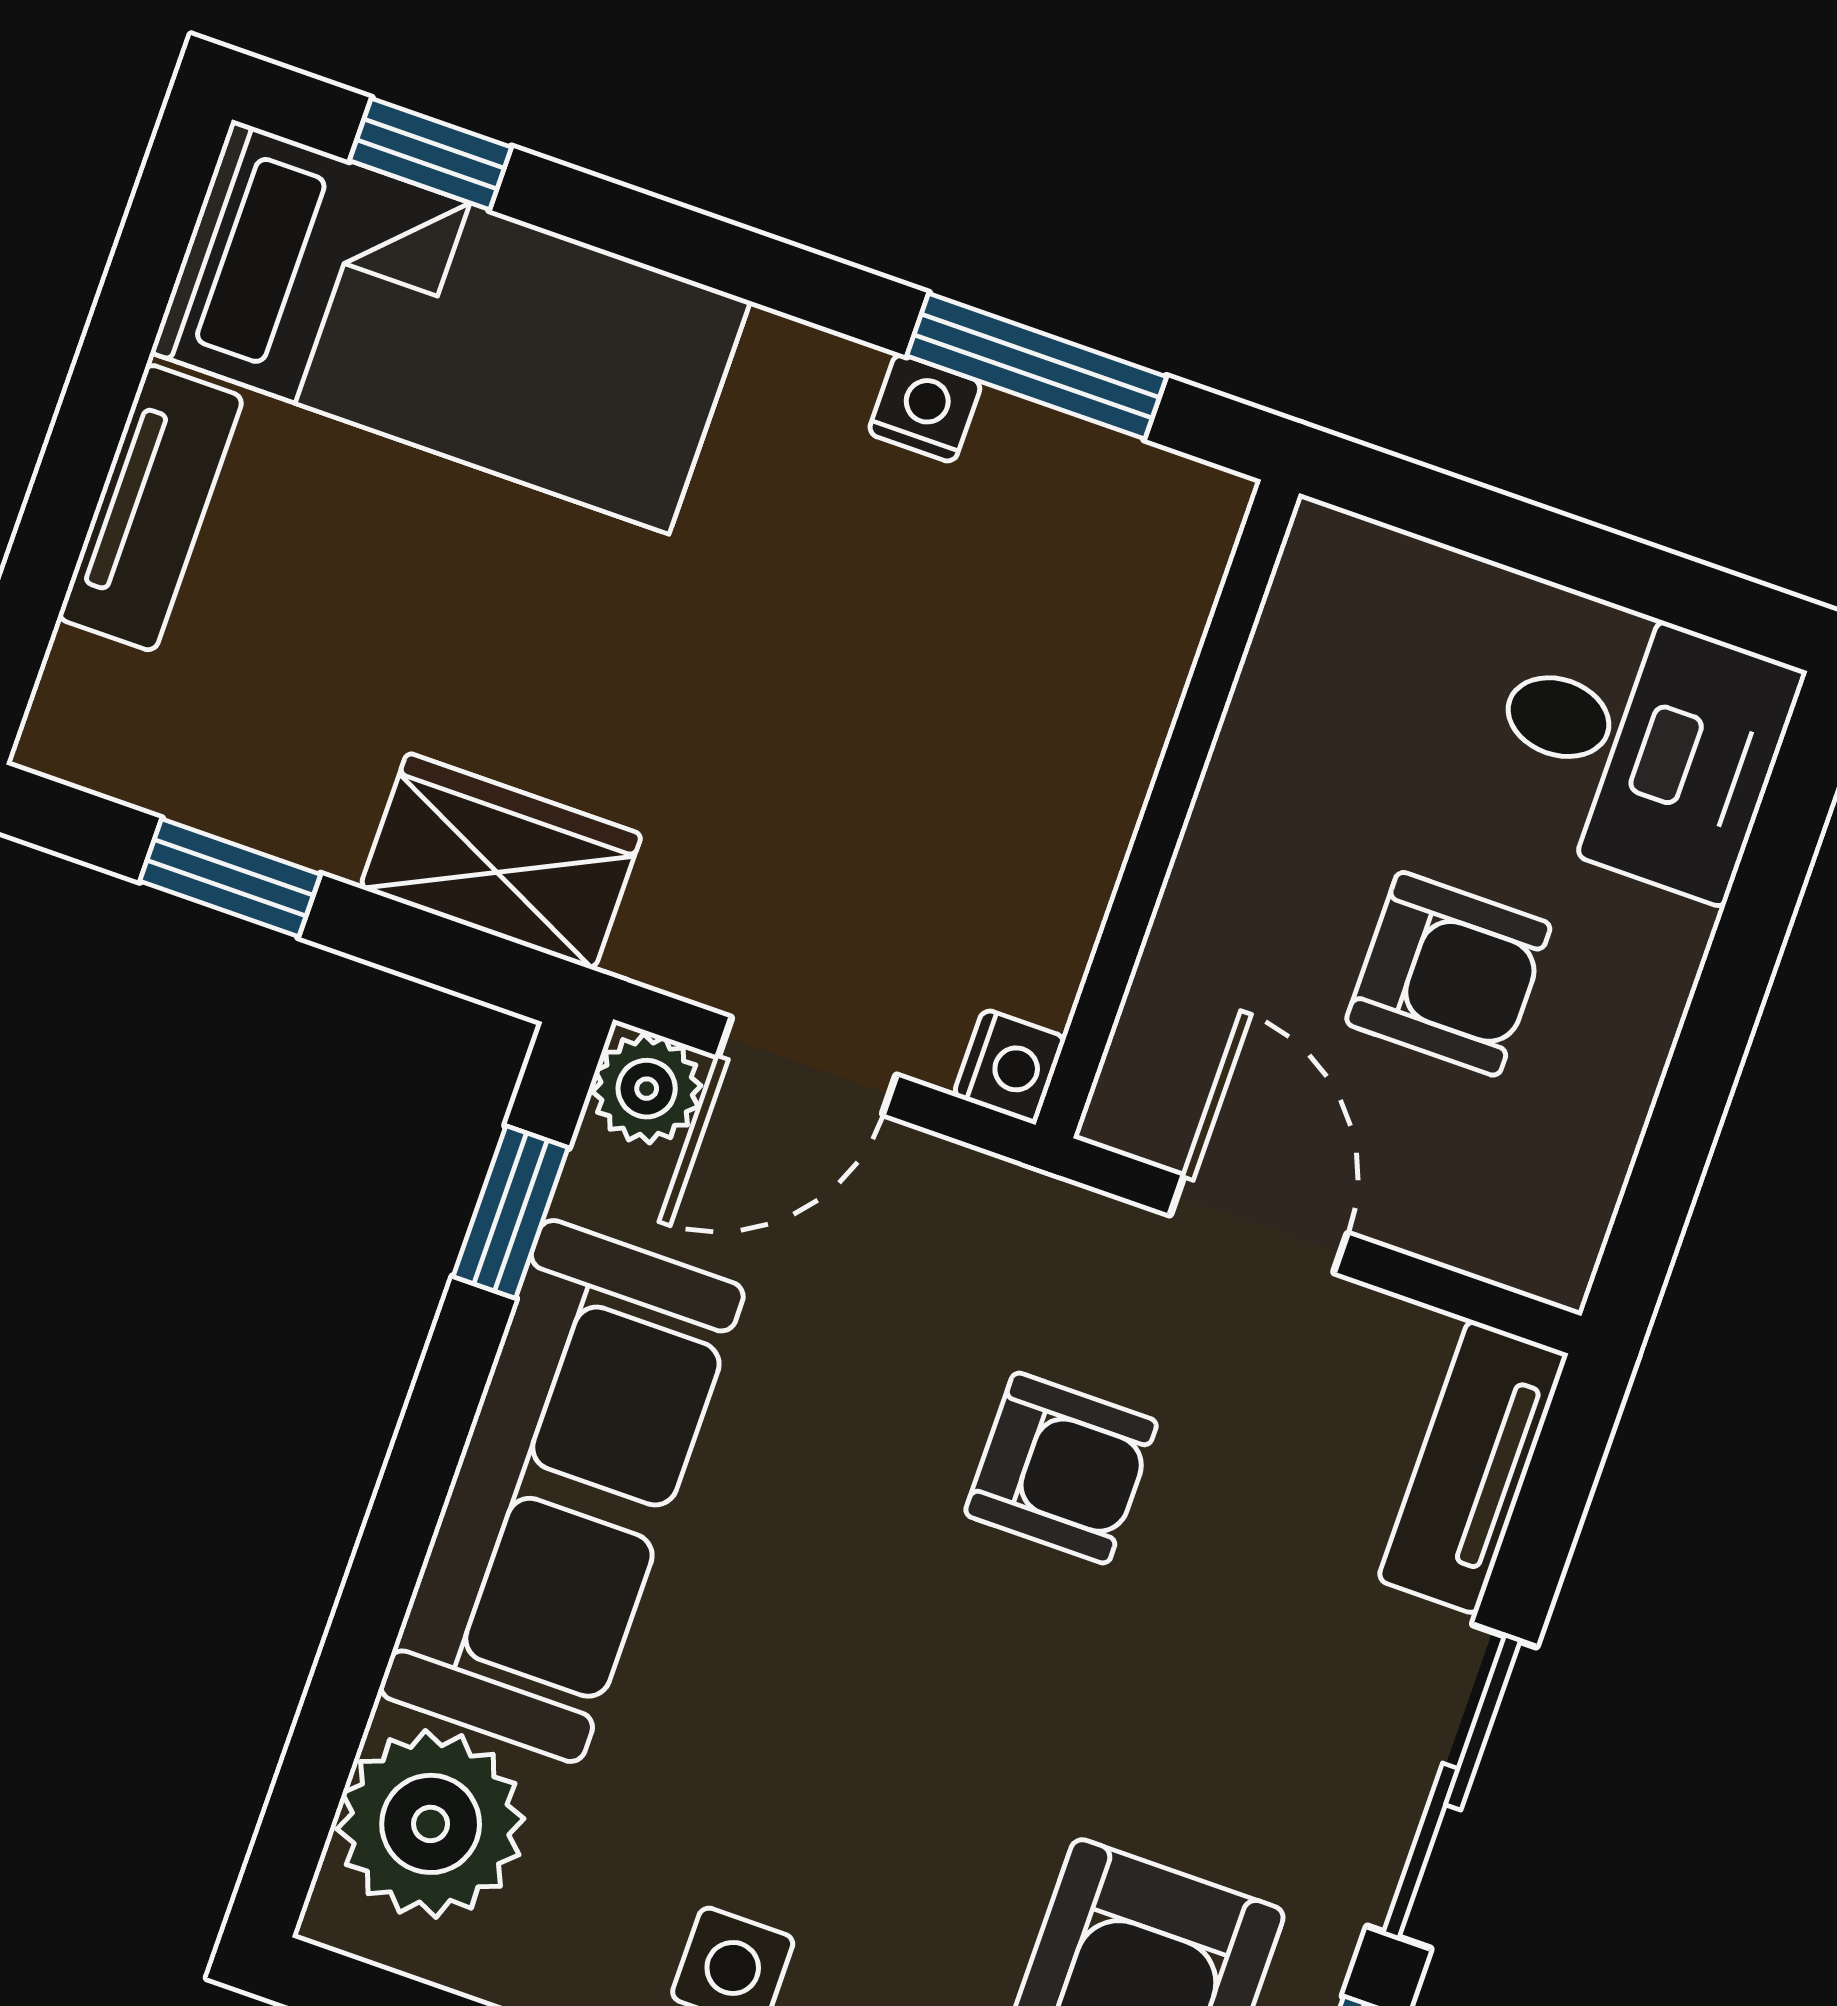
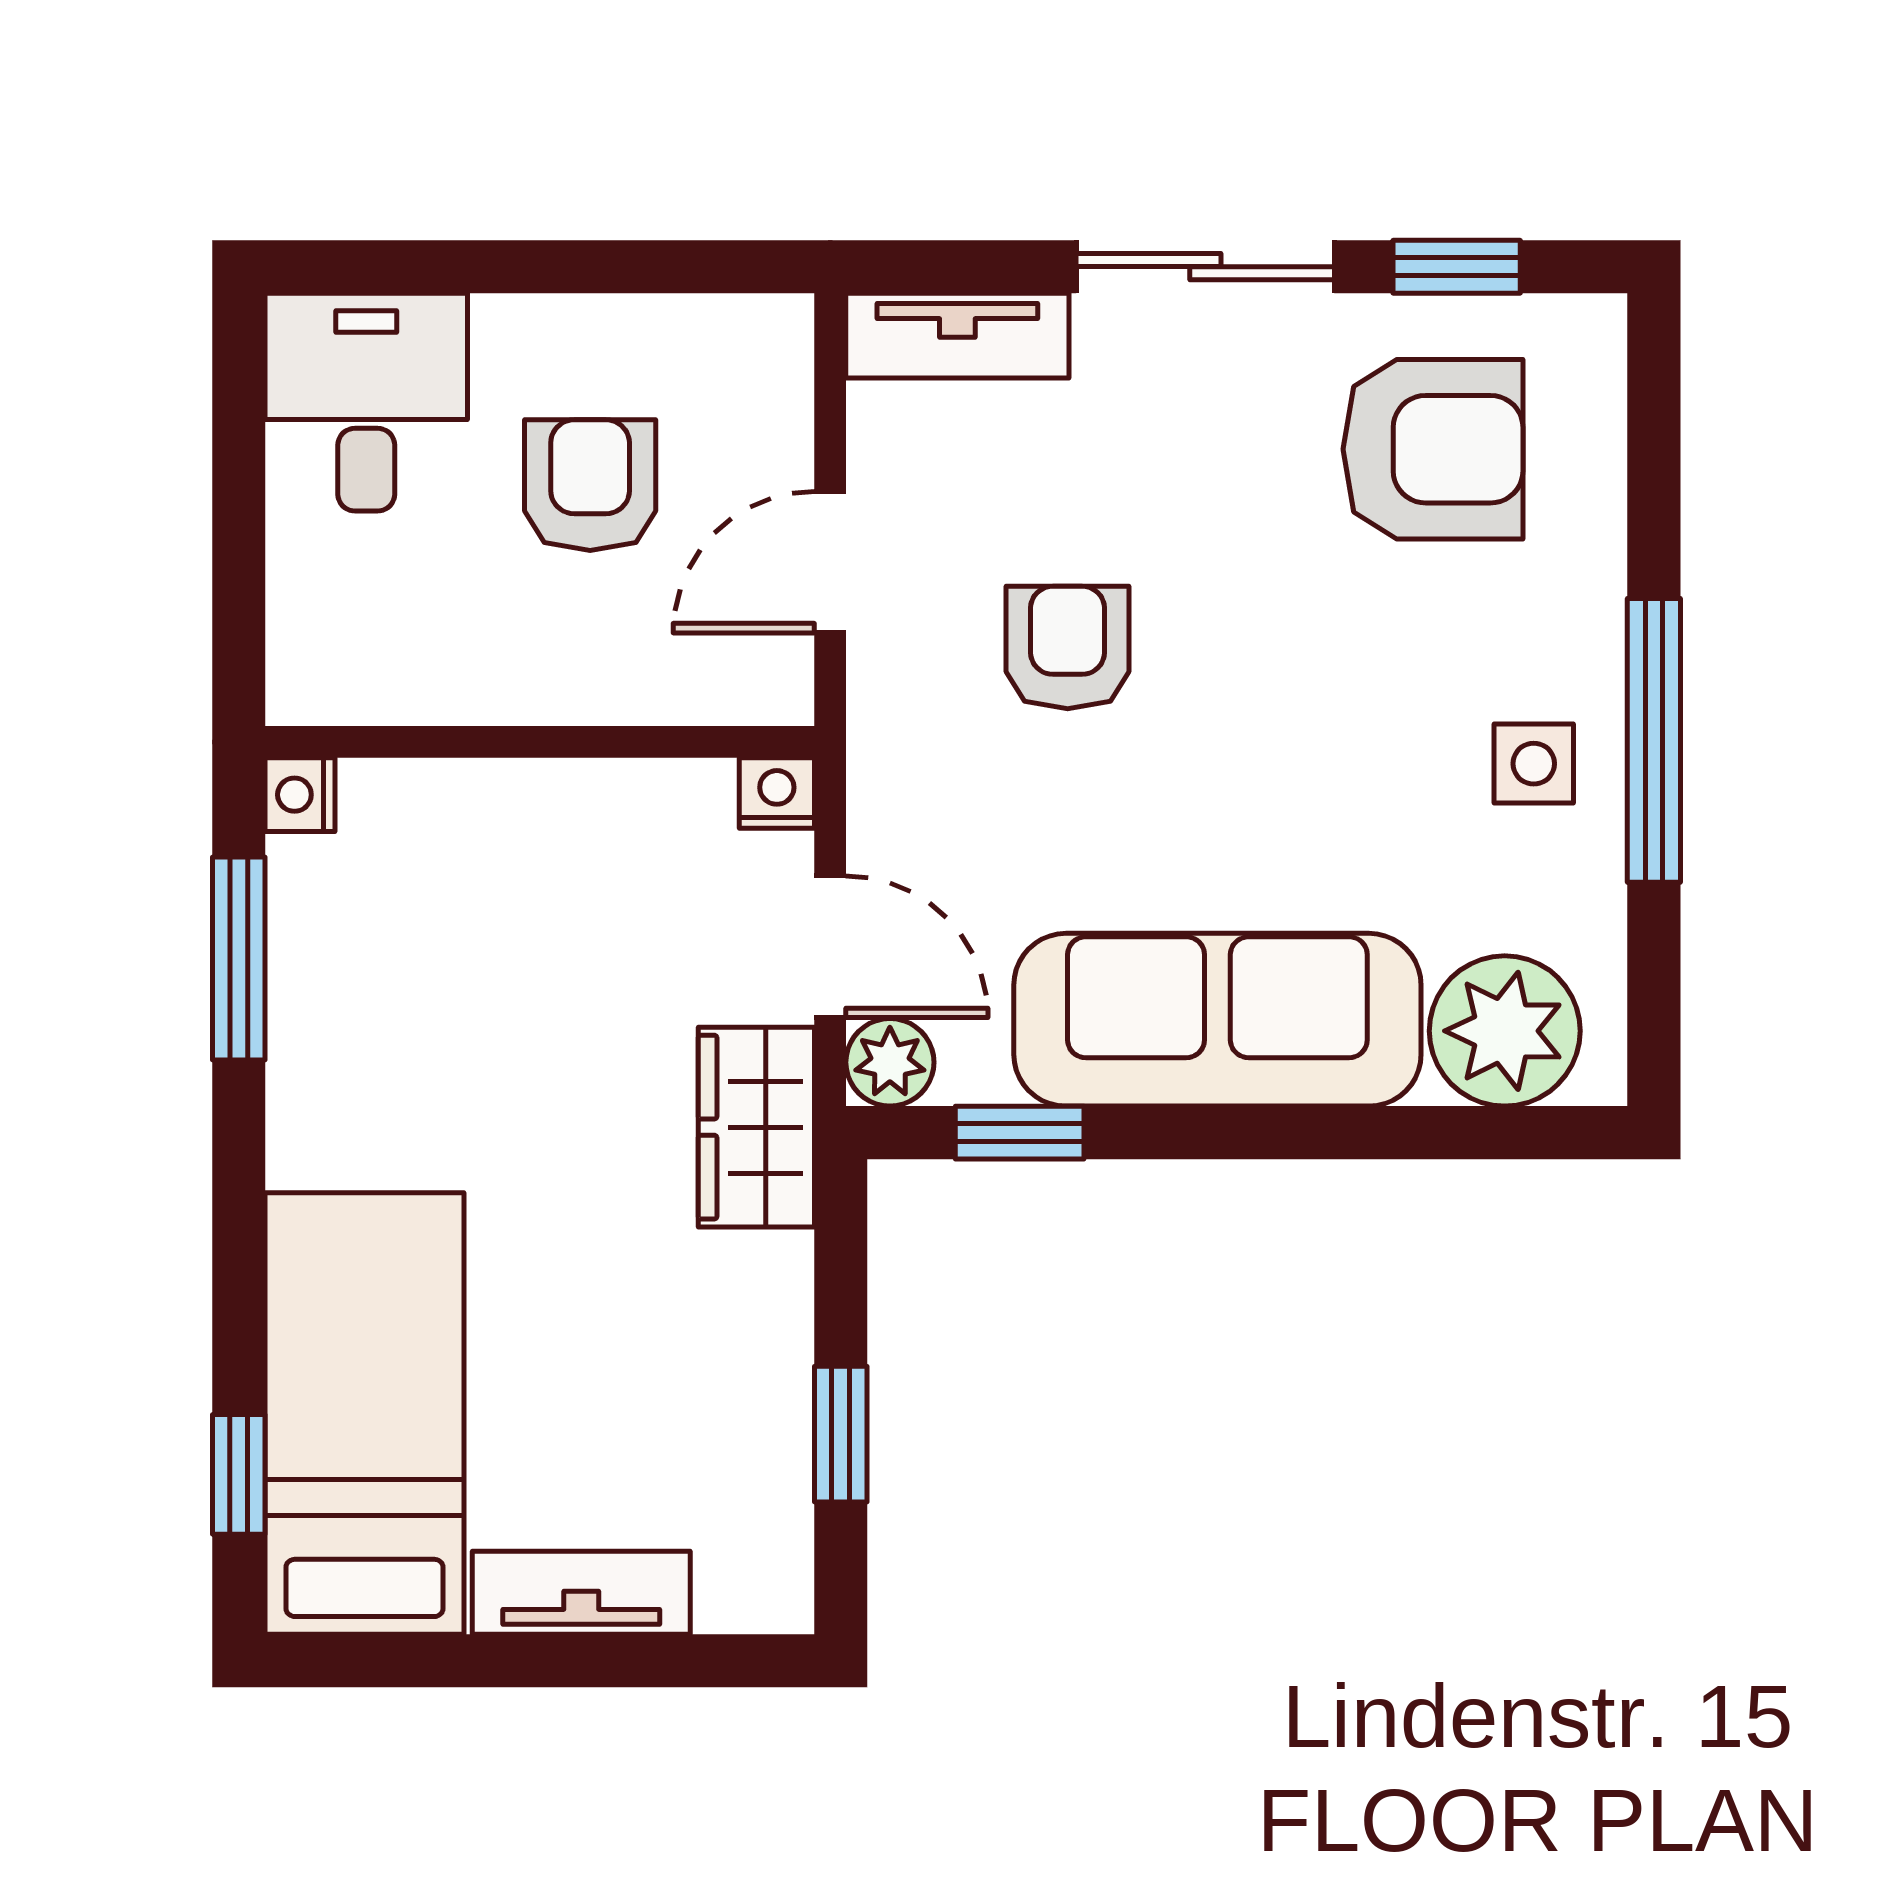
nightstand: (925, 408) -> (300, 795), moved
wardrobe: (501, 861) -> (756, 1127), moved

